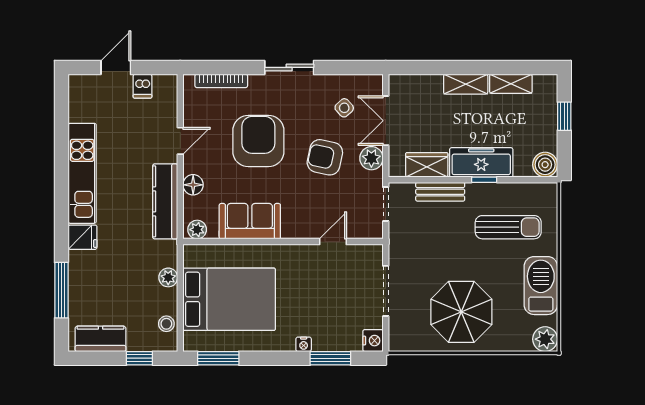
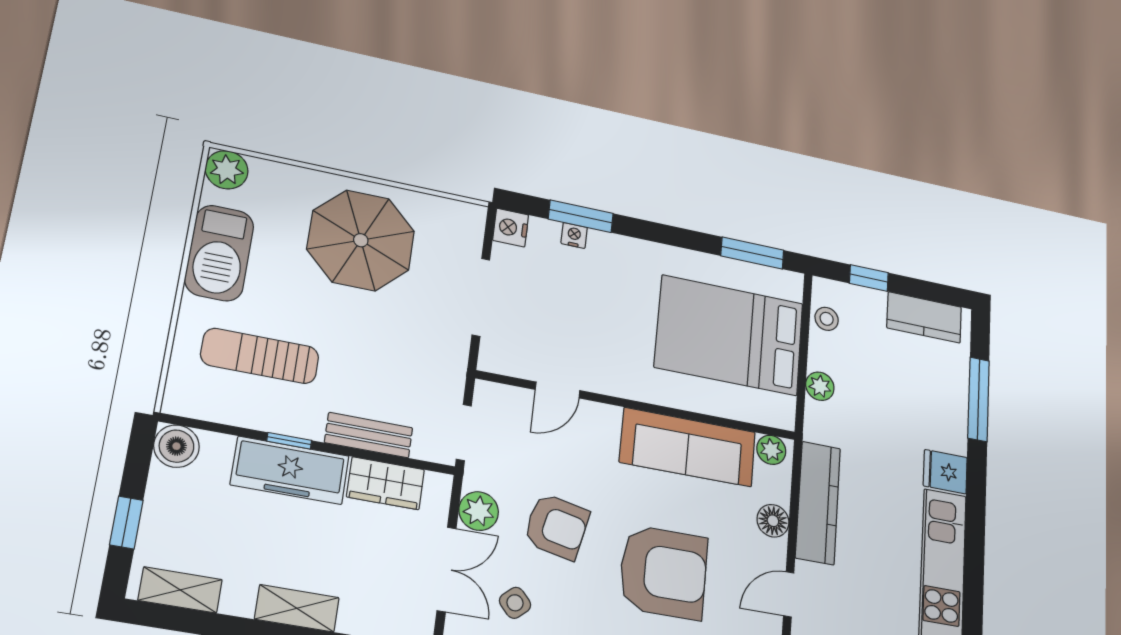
shelving: (511, 84) -> (180, 590), moved
armchair: (258, 141) -> (663, 572), turned -90
sofa: (250, 221) -> (688, 447), width x1.36
nightstand: (304, 344) -> (574, 235), moved

